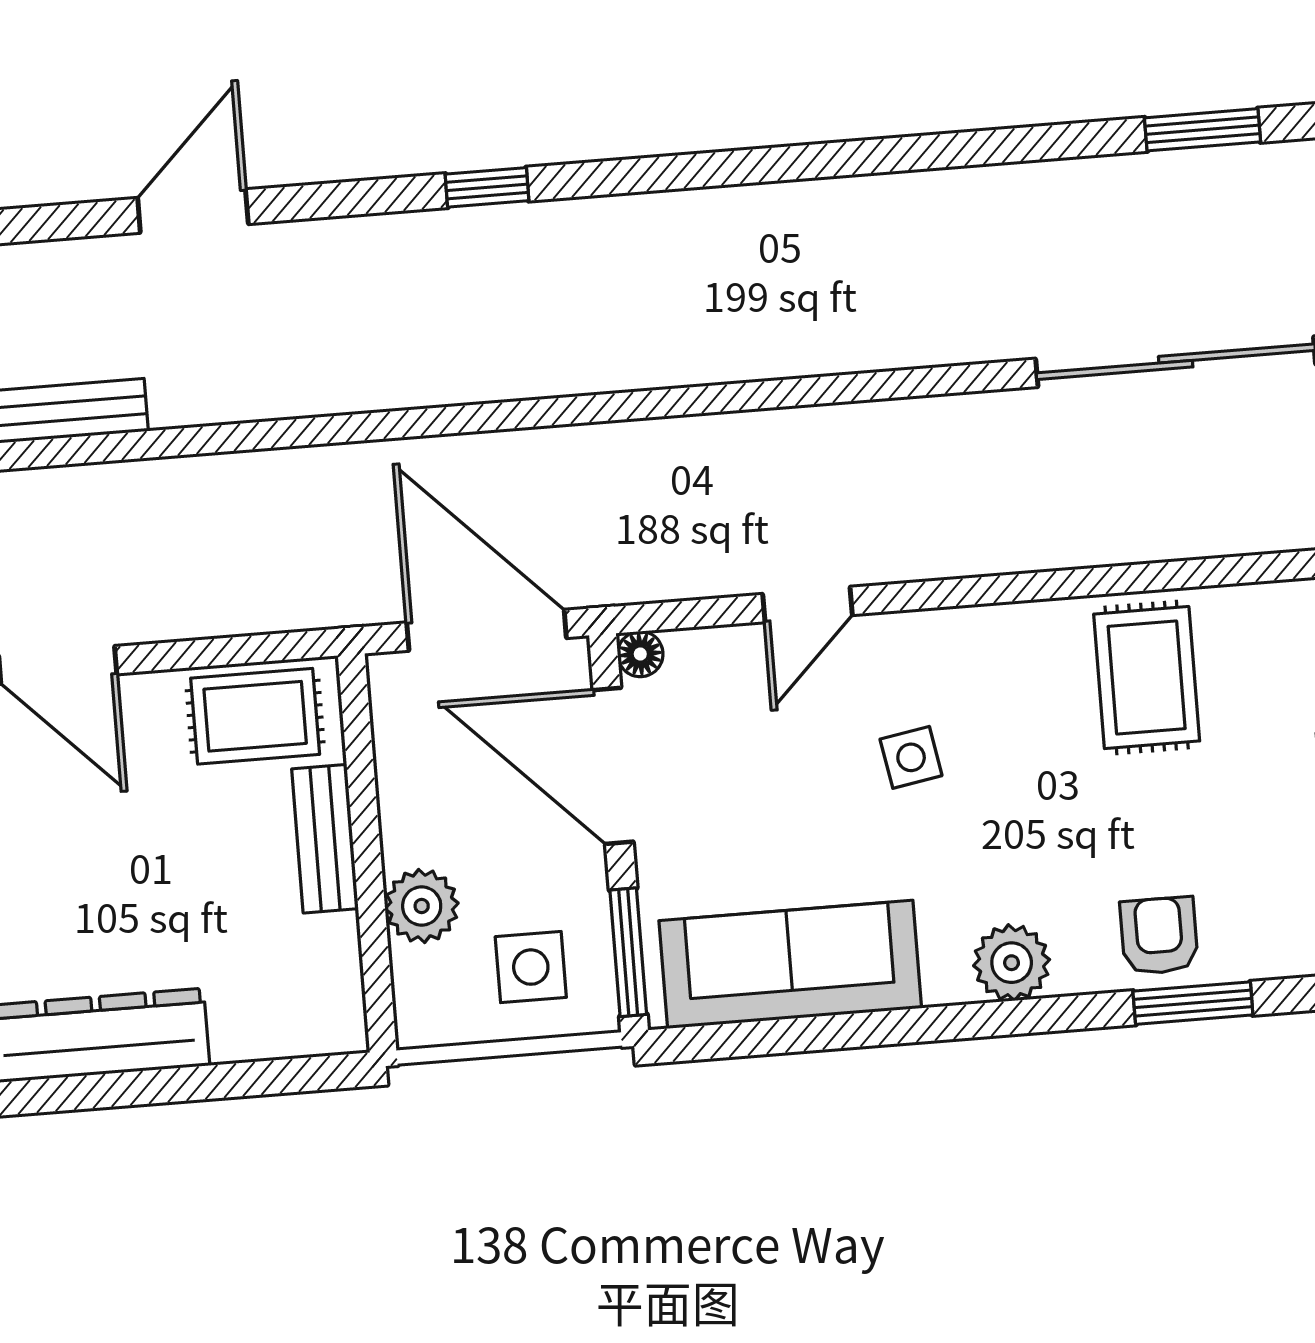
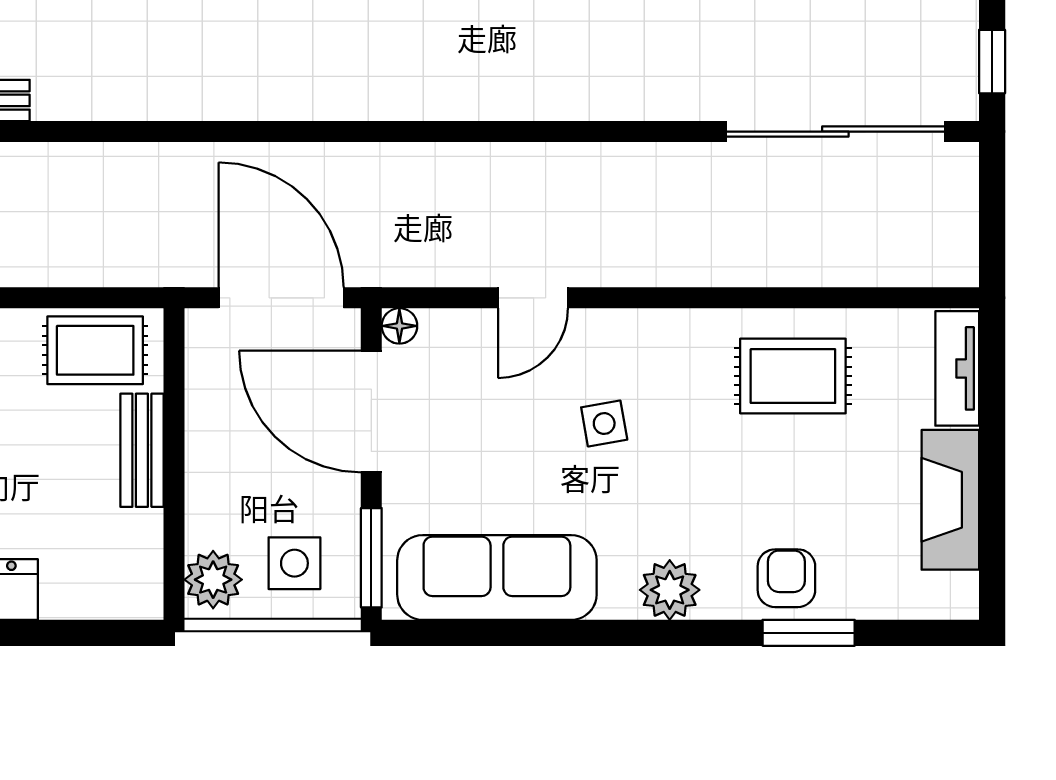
rug: (1147, 678) -> (793, 376), turned 90
plant: (422, 906) -> (213, 580), moved

